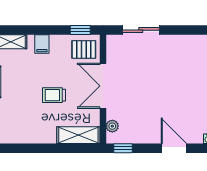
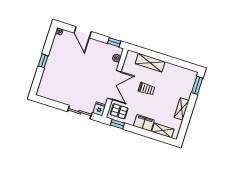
filing cabinet: (42, 44) -> (144, 123), width x2.00
fridge: (114, 44) -> (99, 109), added
shelving: (78, 135) -> (150, 63), moved

